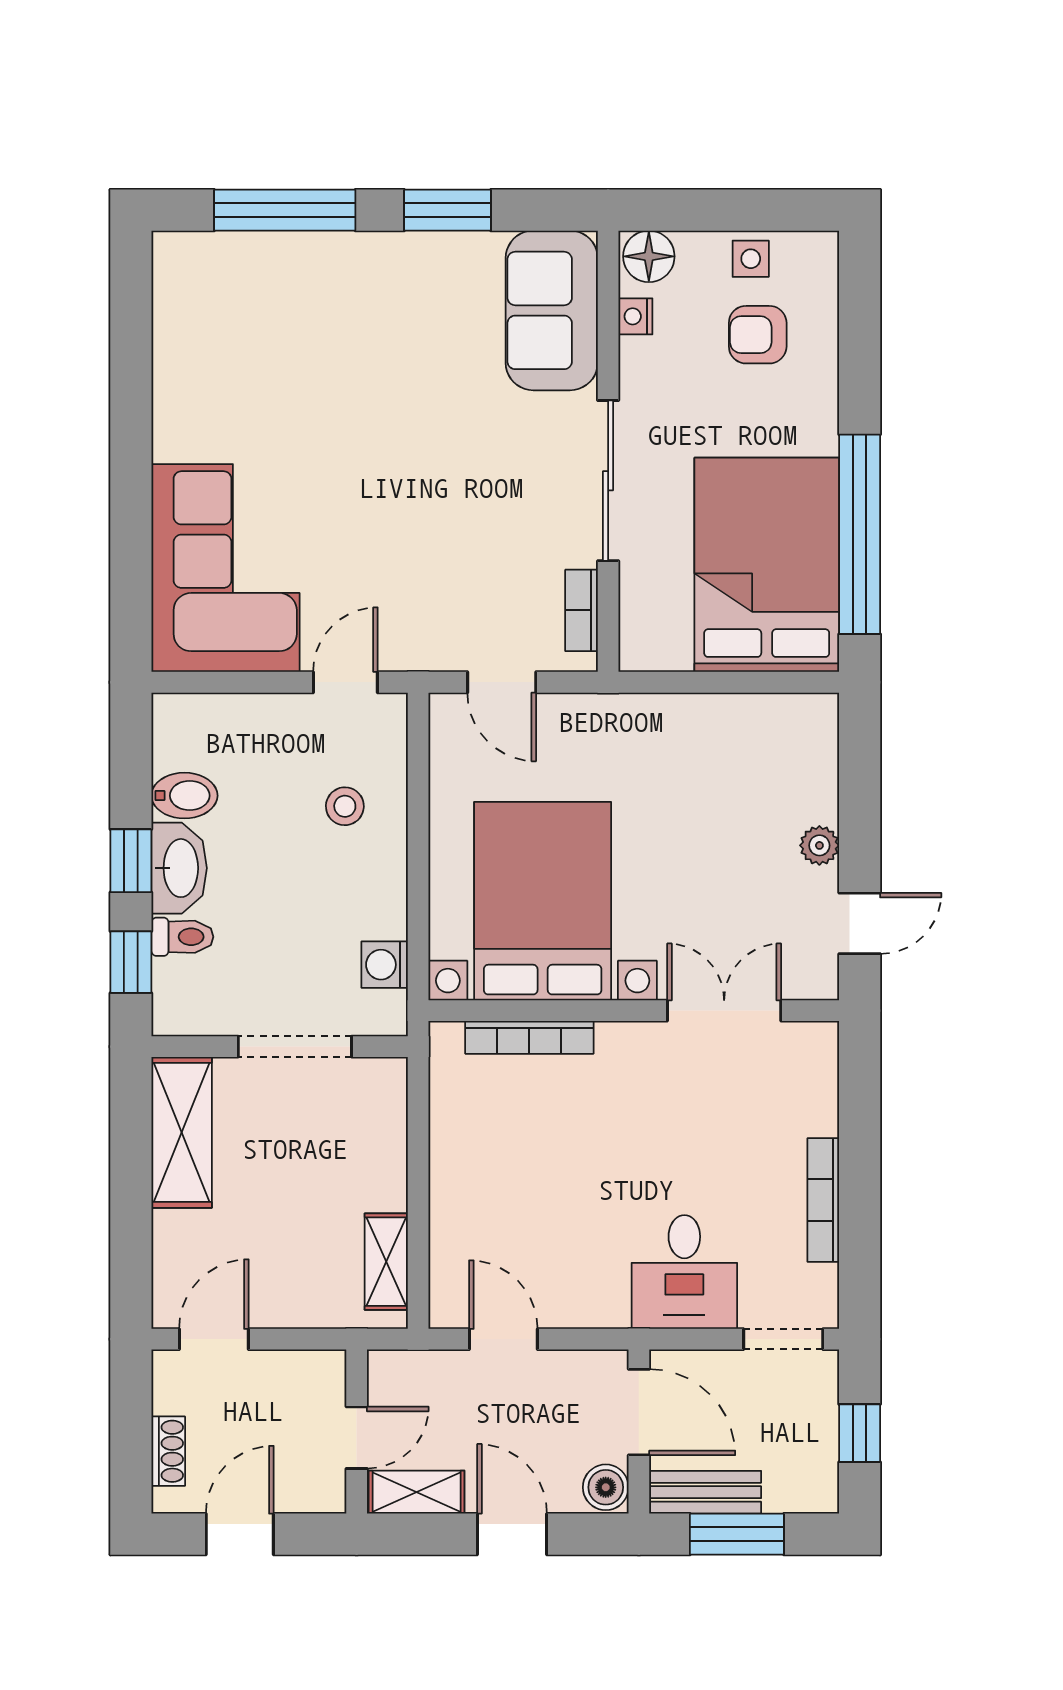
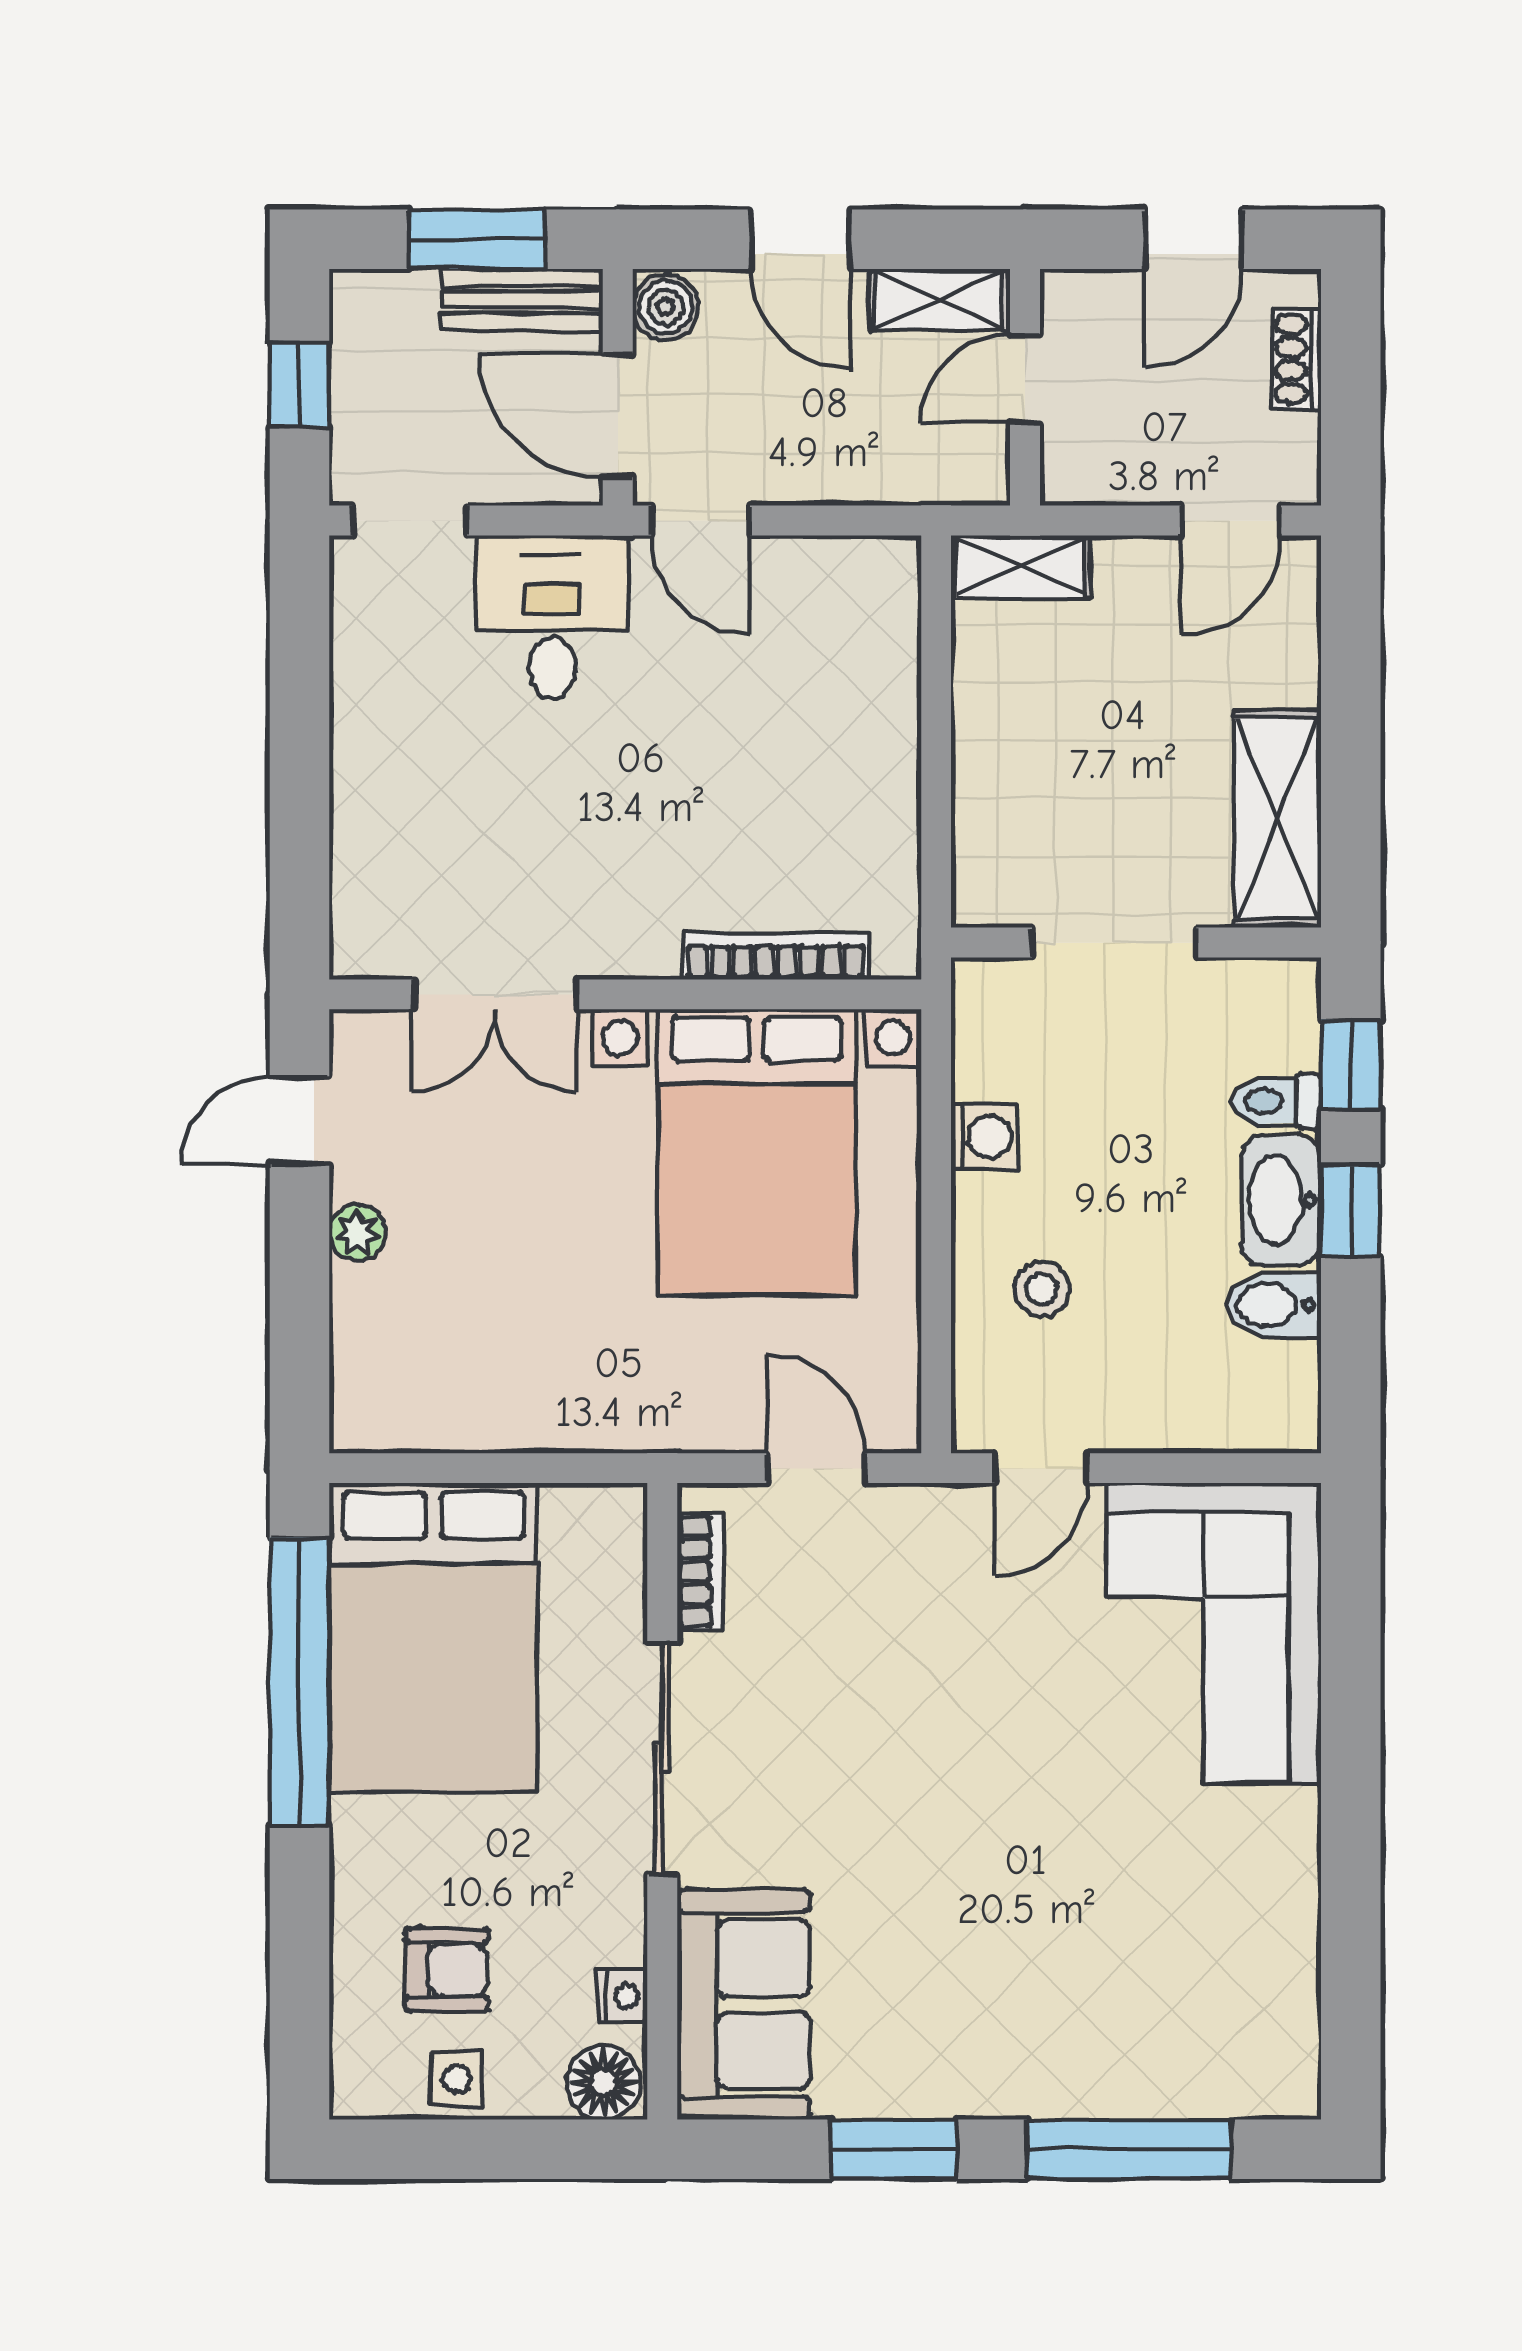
washing machine: (385, 965) -> (984, 1137), moved
bookcase: (823, 1200) -> (352, 721), removed
shelving: (386, 1262) -> (1020, 567), moved, turned 90
door: (503, 1339) -> (701, 521), moved

